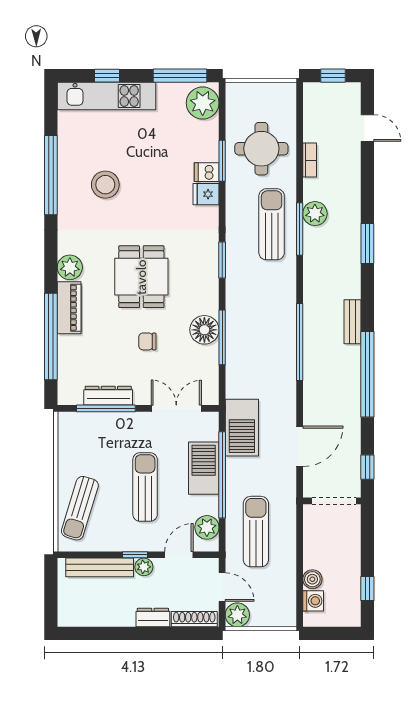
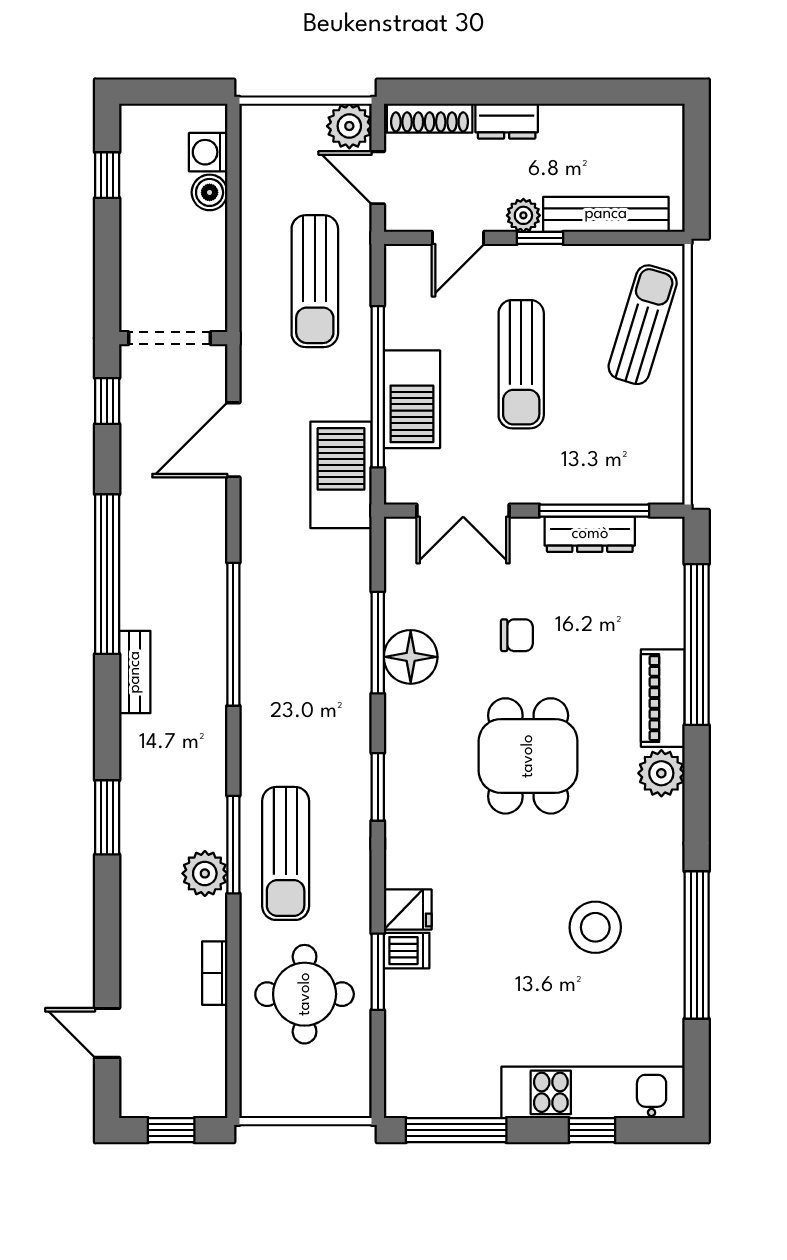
plant: (203, 103) -> (414, 1079), removed
plant: (207, 527) -> (406, 289), removed

